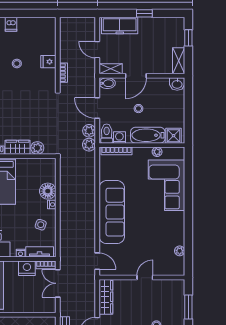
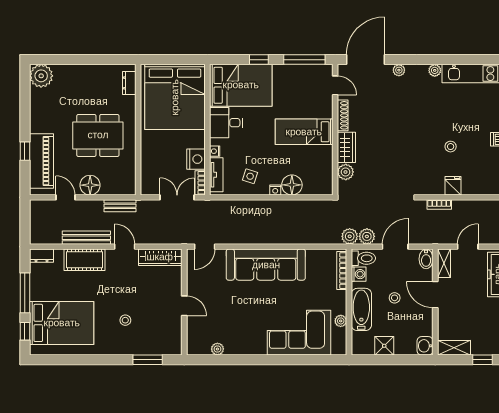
shower: (173, 136) -> (384, 346), moved

